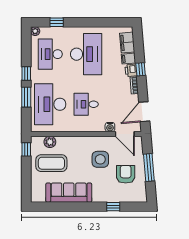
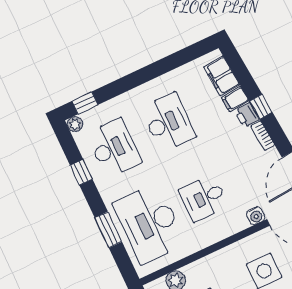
window: (57, 22) -> (85, 103), moved
desk: (50, 54) -> (114, 148), turned 180
desk: (86, 54) -> (168, 122), width x0.73, depth x0.77
window: (26, 73) -> (81, 172), moved

